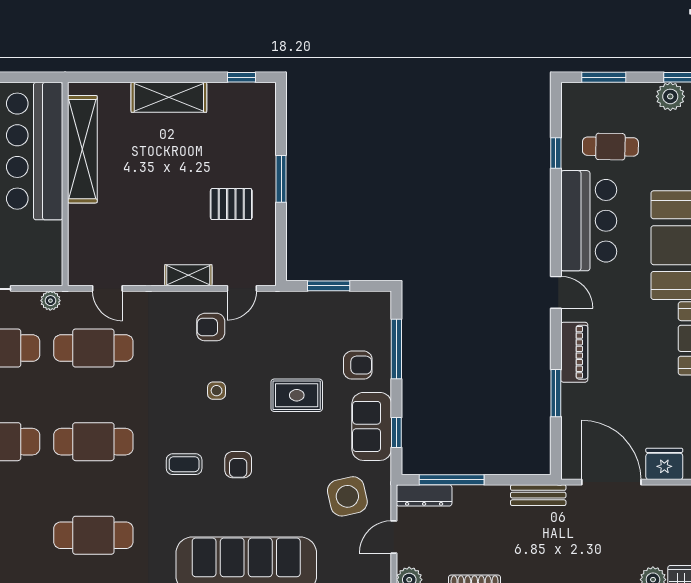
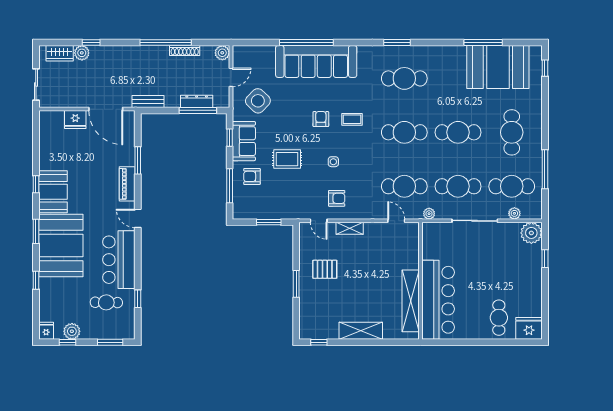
door: (242, 288) -> (319, 221), swing flipped
dresser: (424, 495) -> (197, 101), moved
side table: (347, 496) -> (258, 101), turned -33

